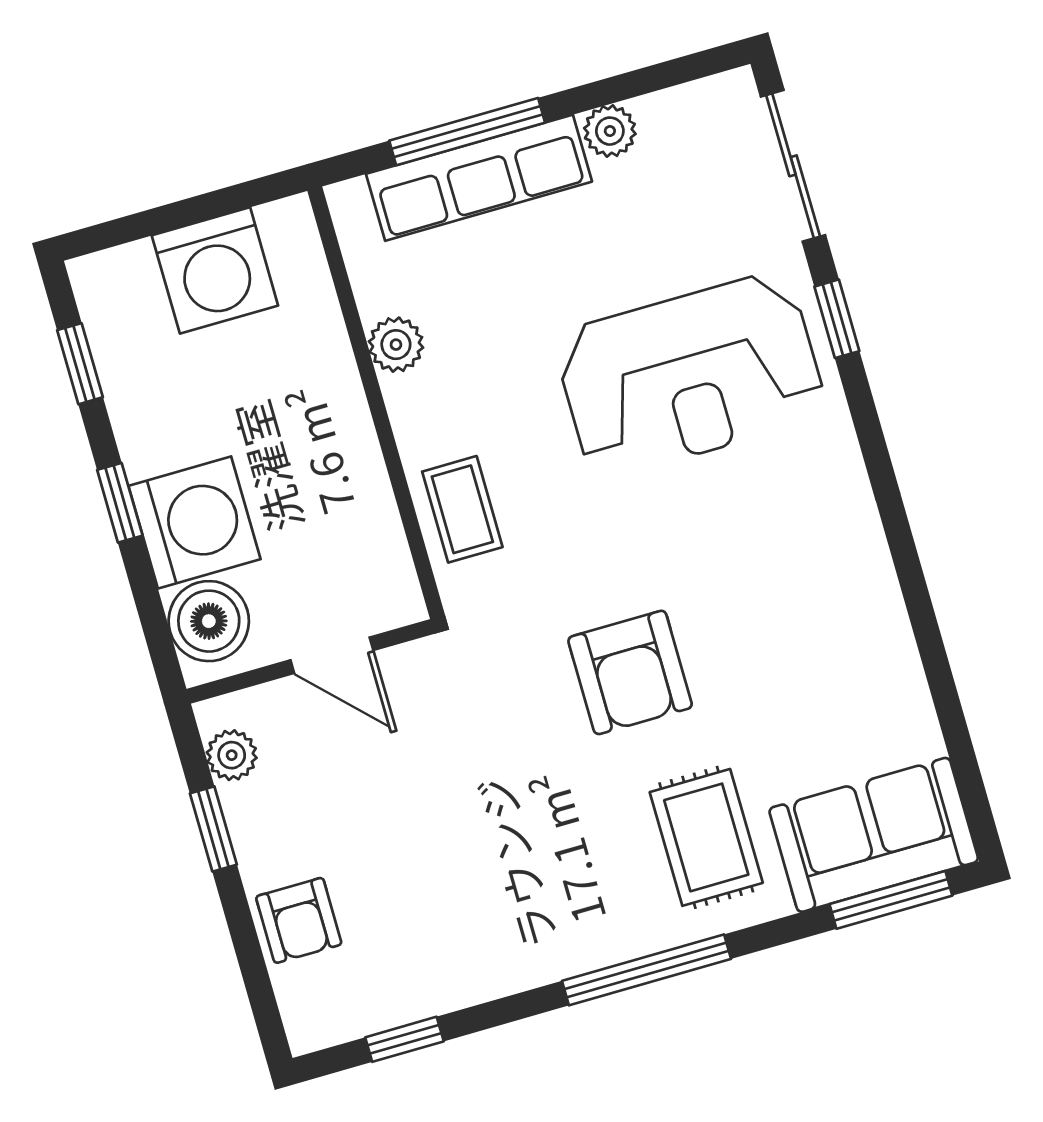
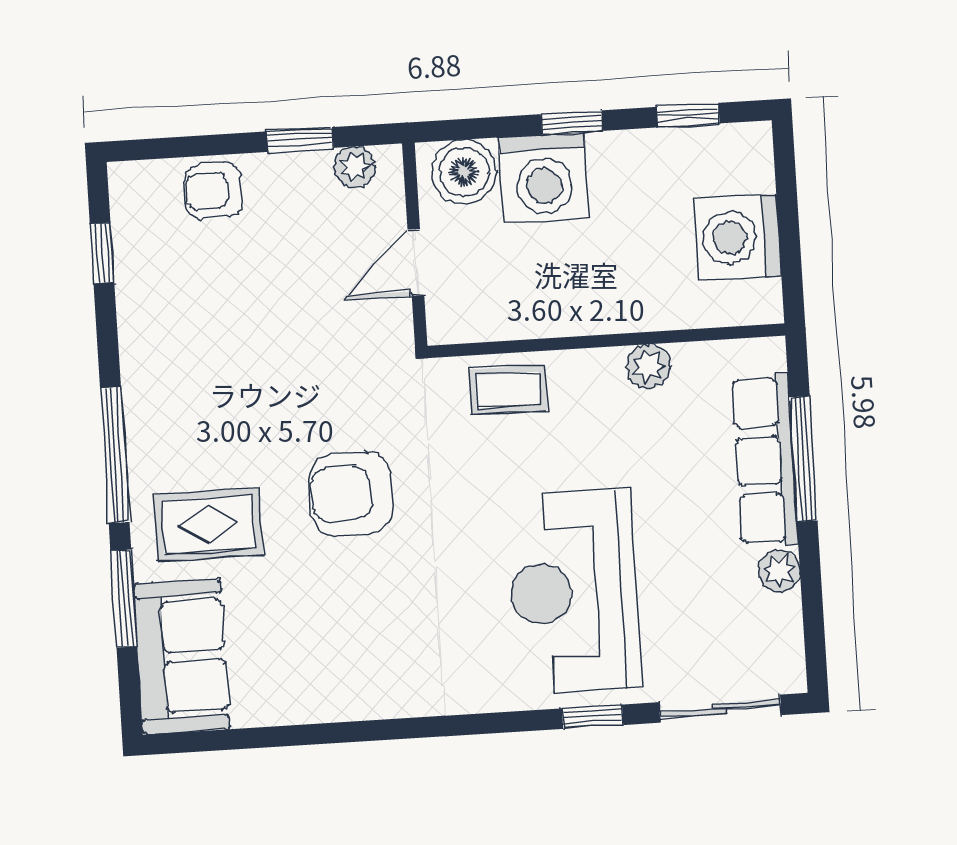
window: (891, 900) -> (124, 599), moved

